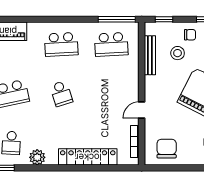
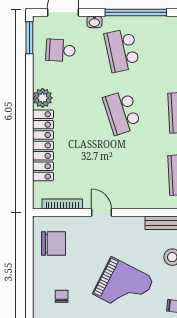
school desk: (61, 94) -> (122, 112), width x1.85
plant: (37, 157) -> (43, 98), moved

